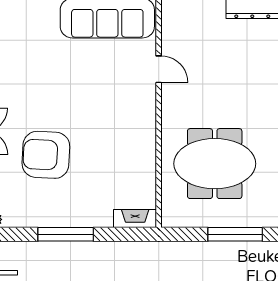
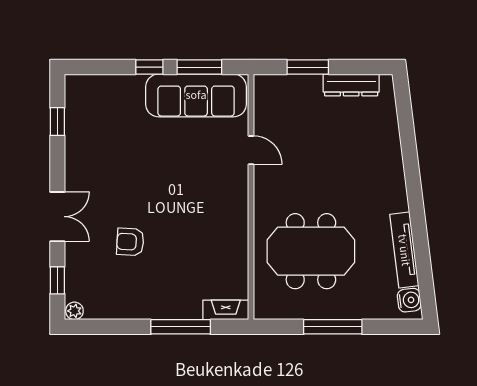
armchair: (46, 155) -> (130, 242), width x0.53, depth x0.53
window: (66, 234) -> (181, 327), moved

